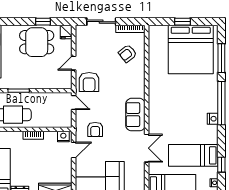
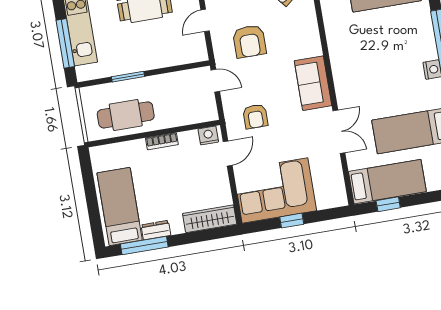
armchair: (89, 82) -> (249, 41), moved

